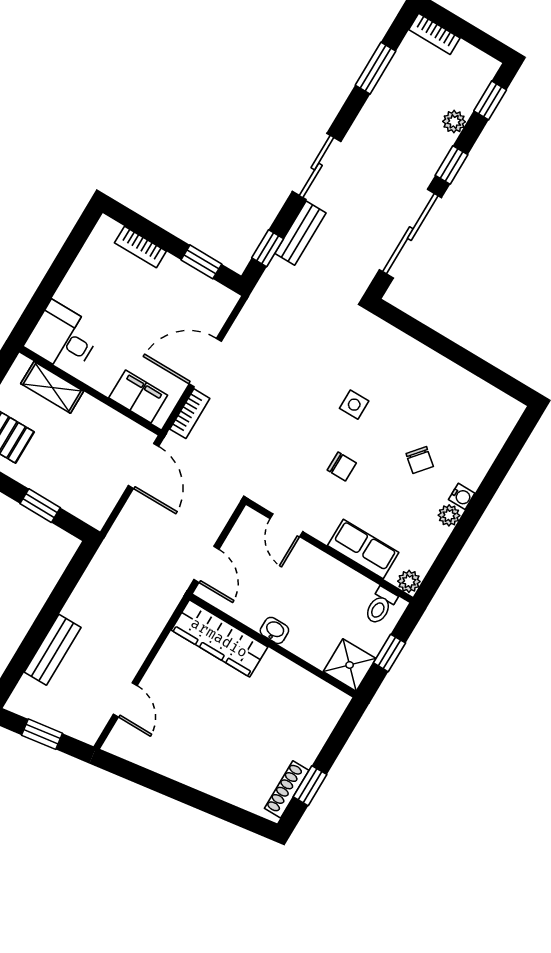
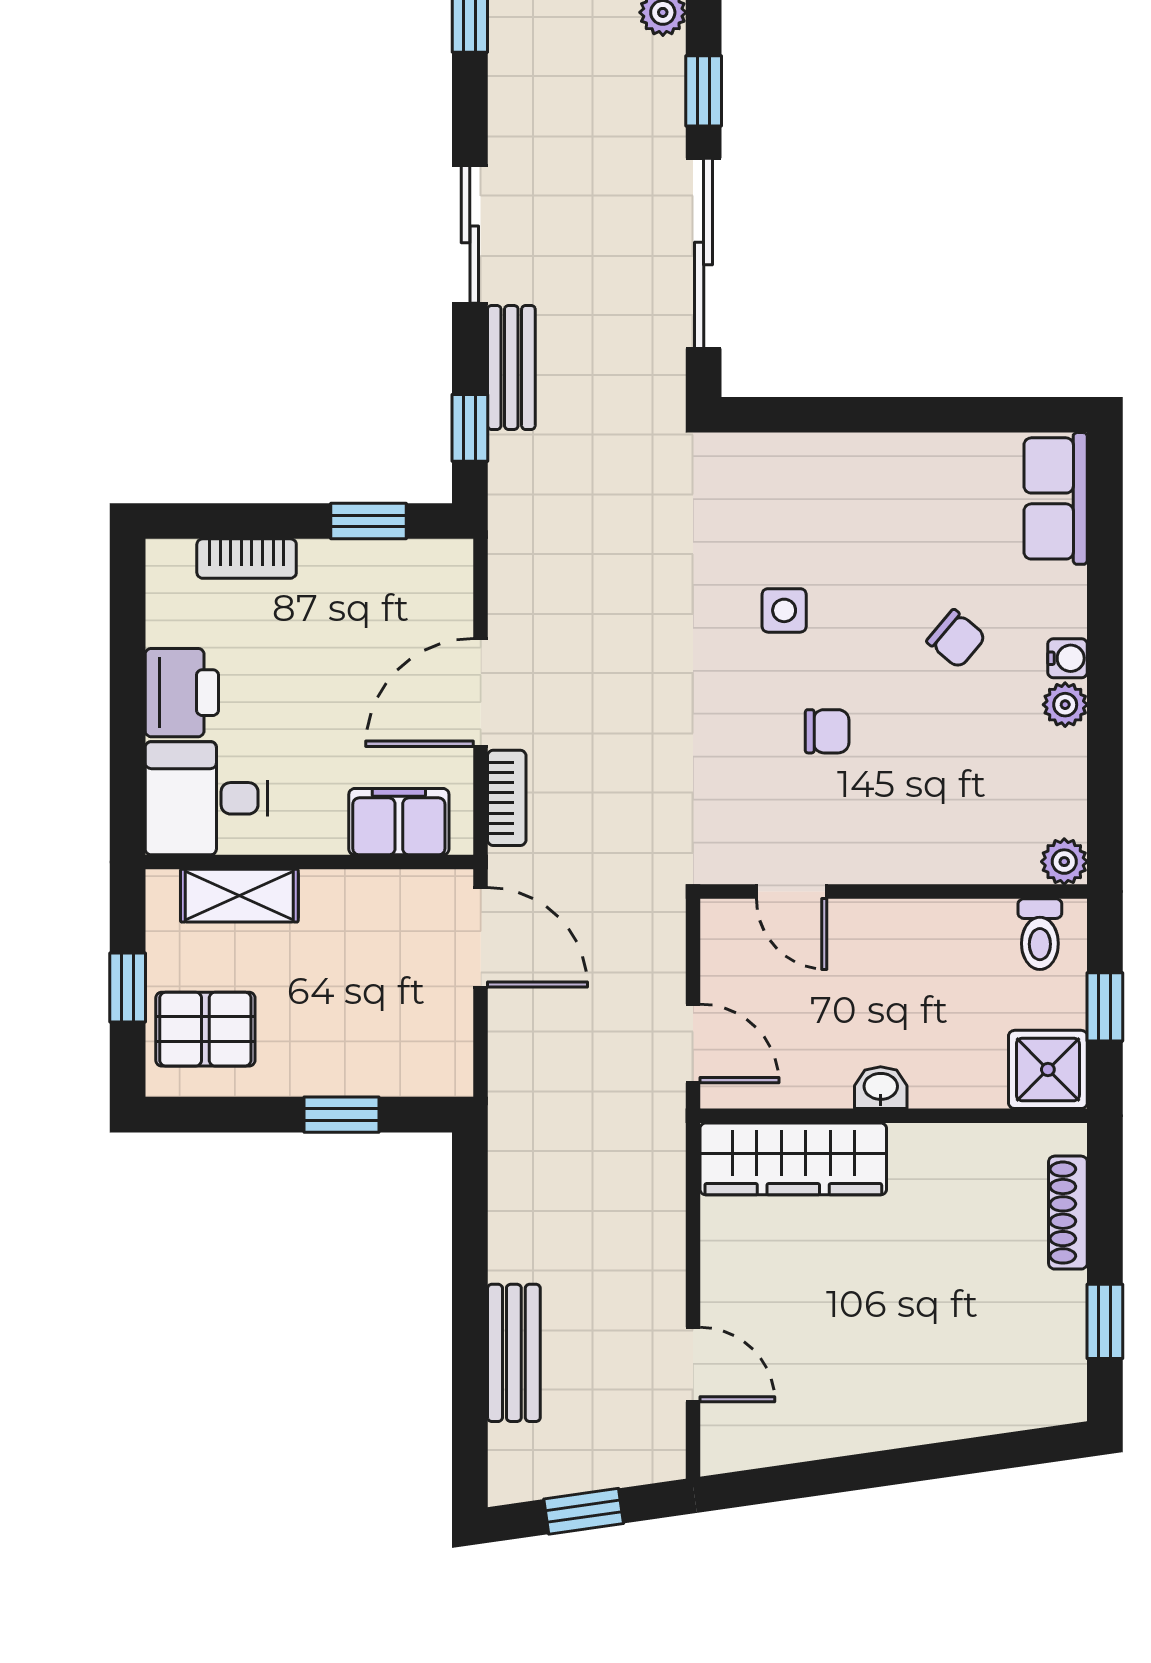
printer: (79, 287) -> (182, 693), added
row of seats: (363, 549) -> (1056, 498), moved, turned -90
shoe rack: (287, 789) -> (1068, 1213), moved

